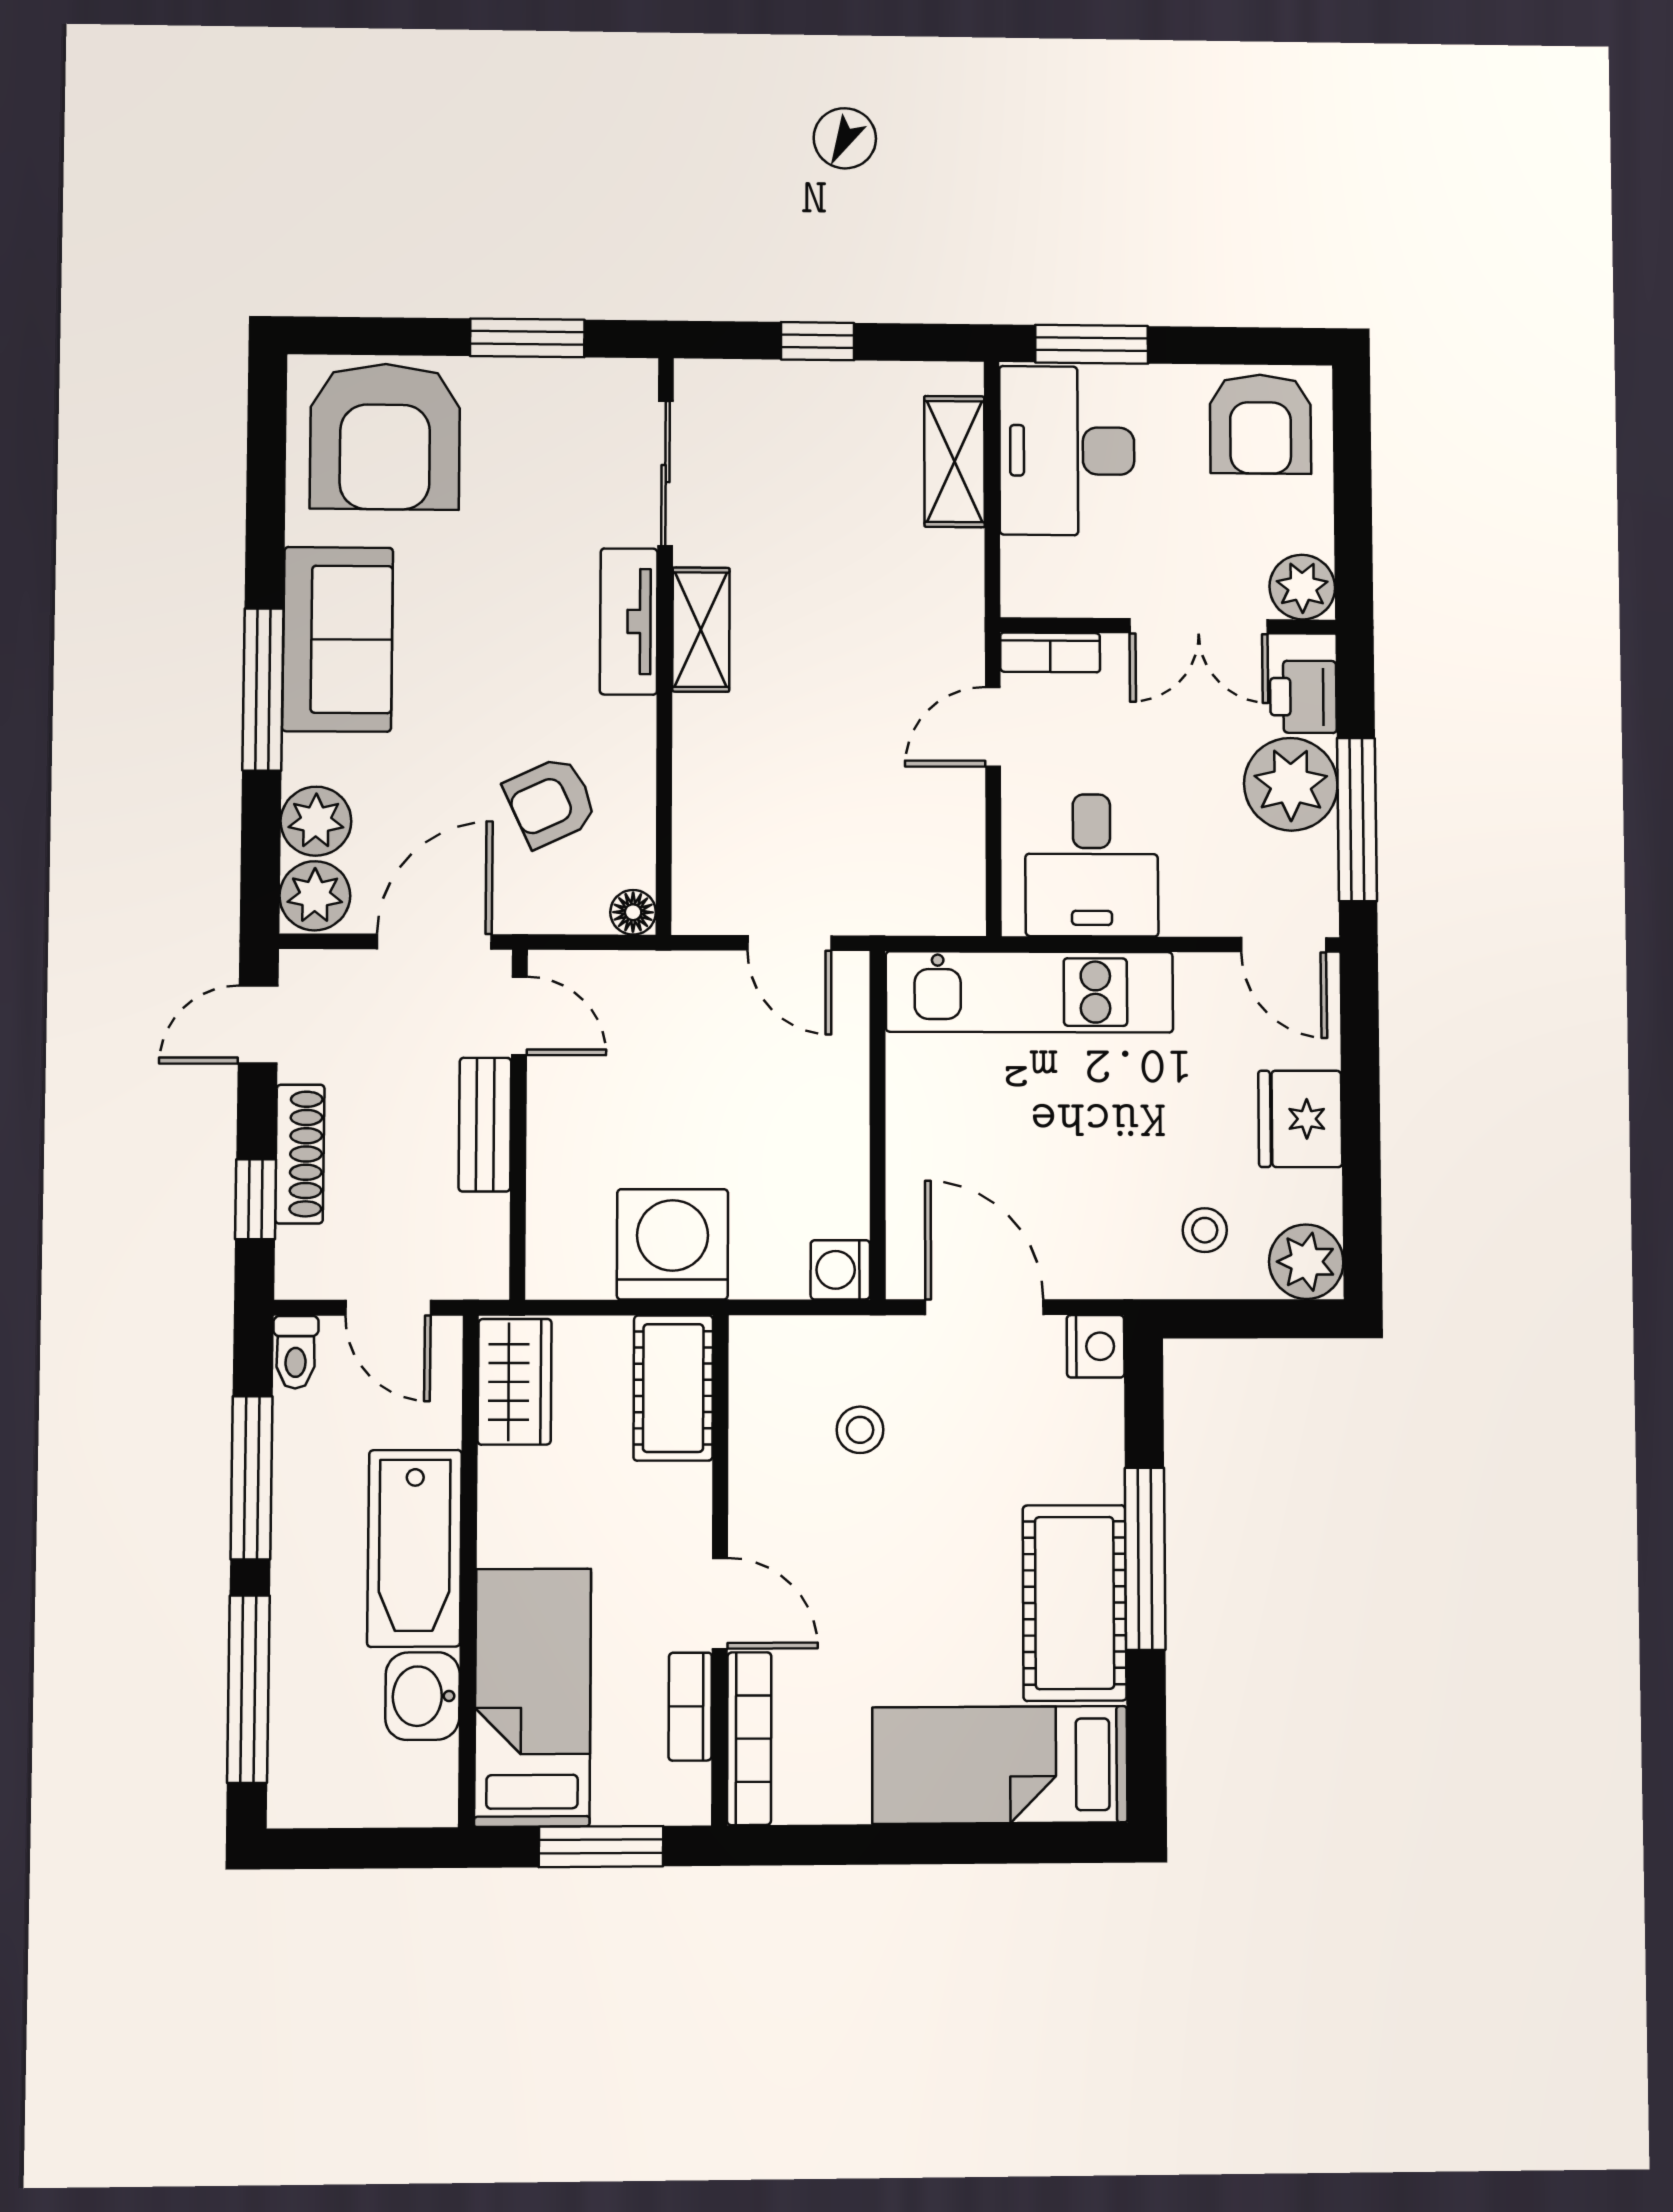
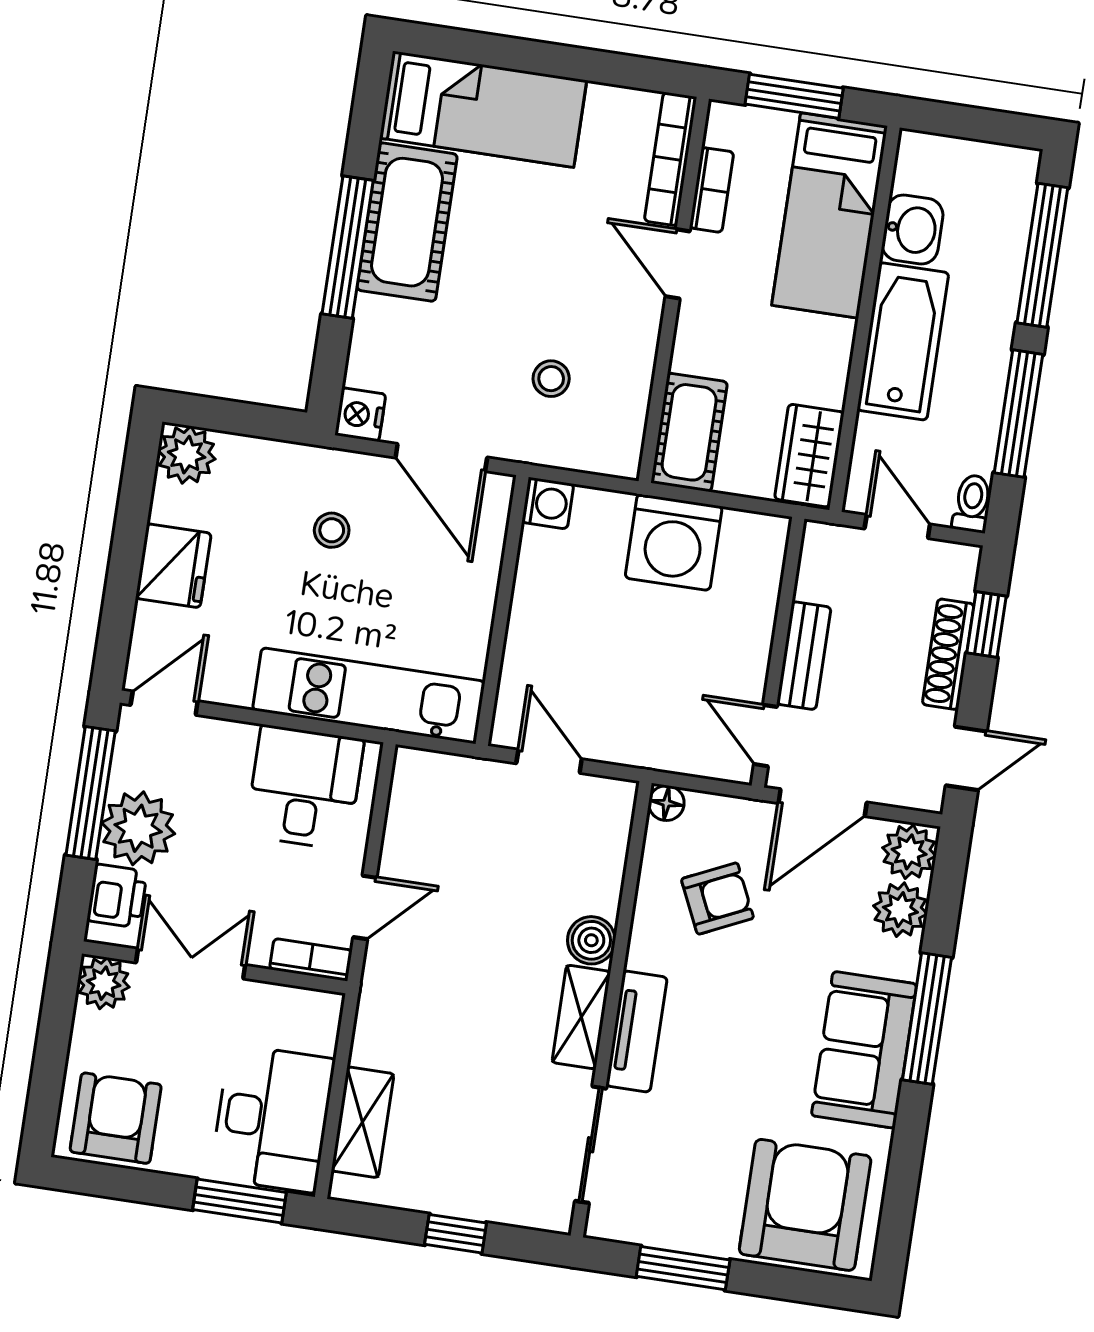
boiler: (702, 727) -> (591, 940), added
door: (1284, 945) -> (164, 703), hinge flipped
stool: (1205, 1230) -> (332, 530), moved

